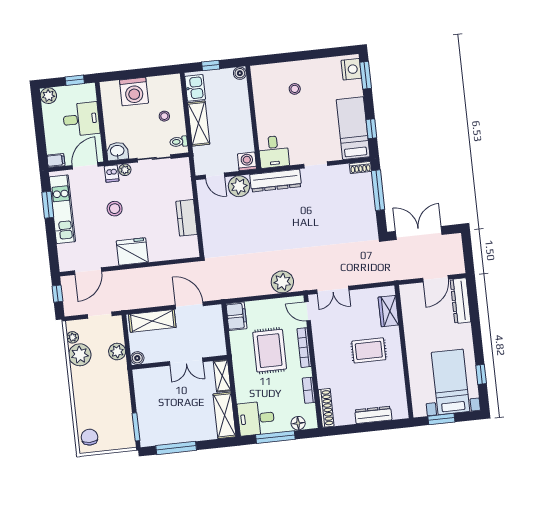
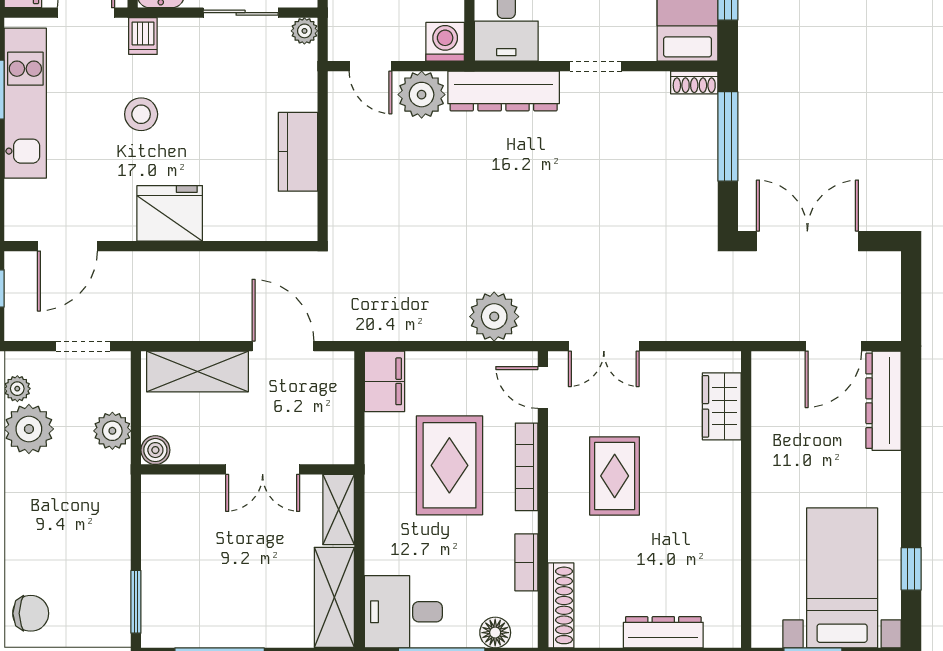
plant: (125, 170) -> (304, 31), moved
rug: (369, 350) -> (615, 476), moved, turned 90
chair: (89, 437) -> (31, 613), turned 90

